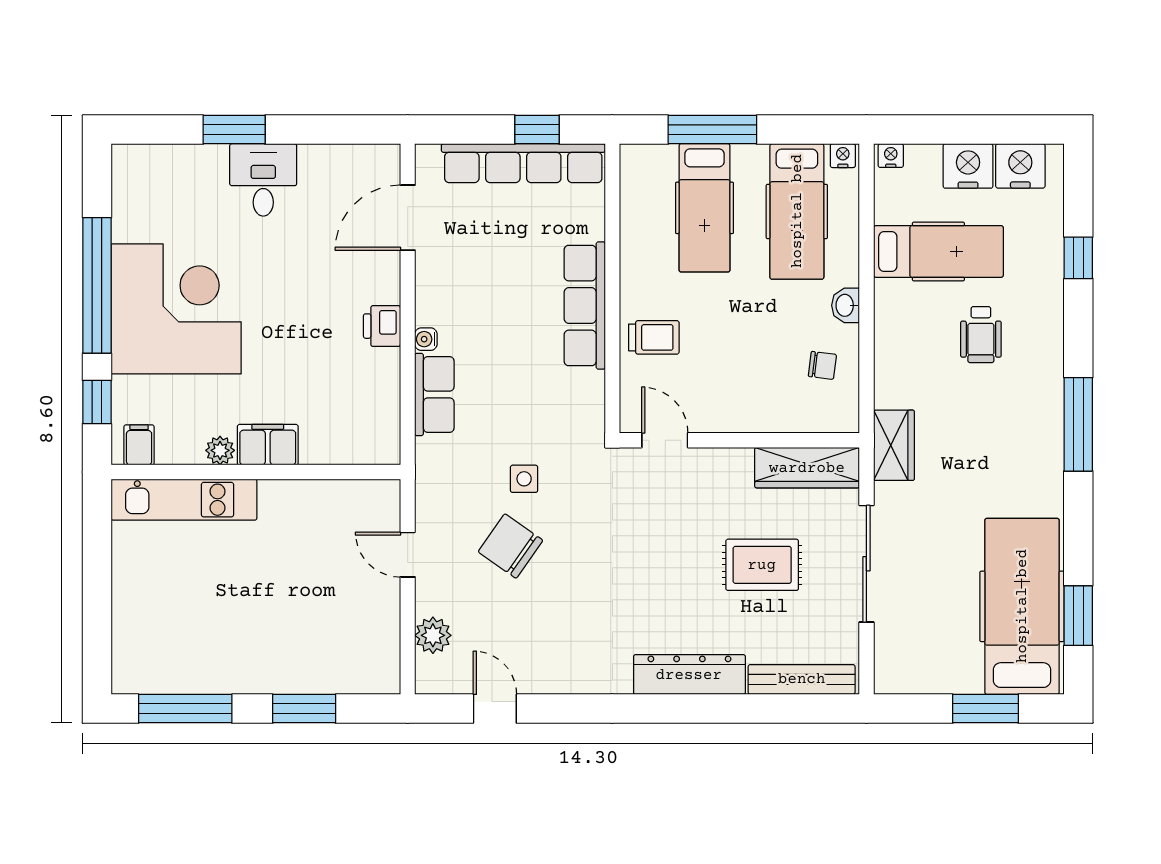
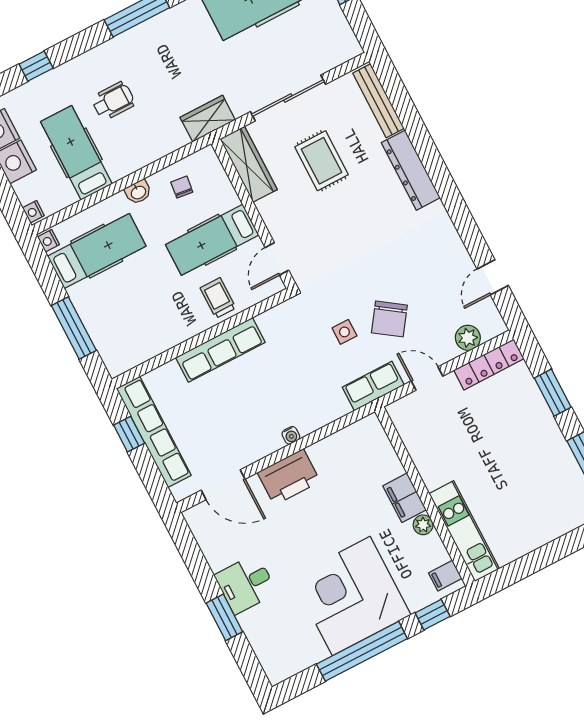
hospital bed: (704, 208) -> (212, 240), moved, turned 180
printer: (382, 326) -> (289, 477), width x1.87, depth x1.48
row of seats: (434, 394) -> (373, 386), moved
door: (408, 555) -> (427, 379), swing flipped
locker: (384, 645) -> (489, 364), added

